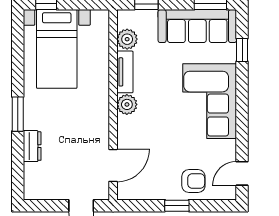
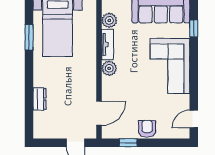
window: (18, 114) -> (29, 37), moved
armchair: (193, 181) -> (147, 129), moved, turned -90
window: (177, 206) -> (128, 143), moved

